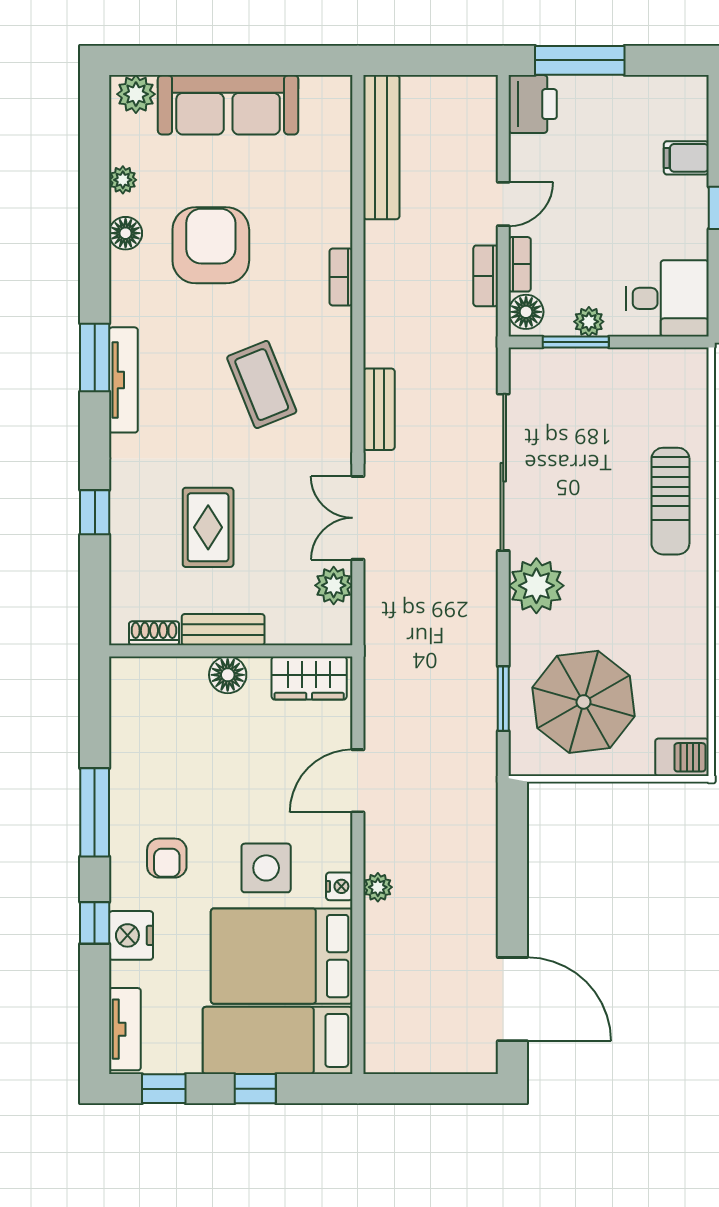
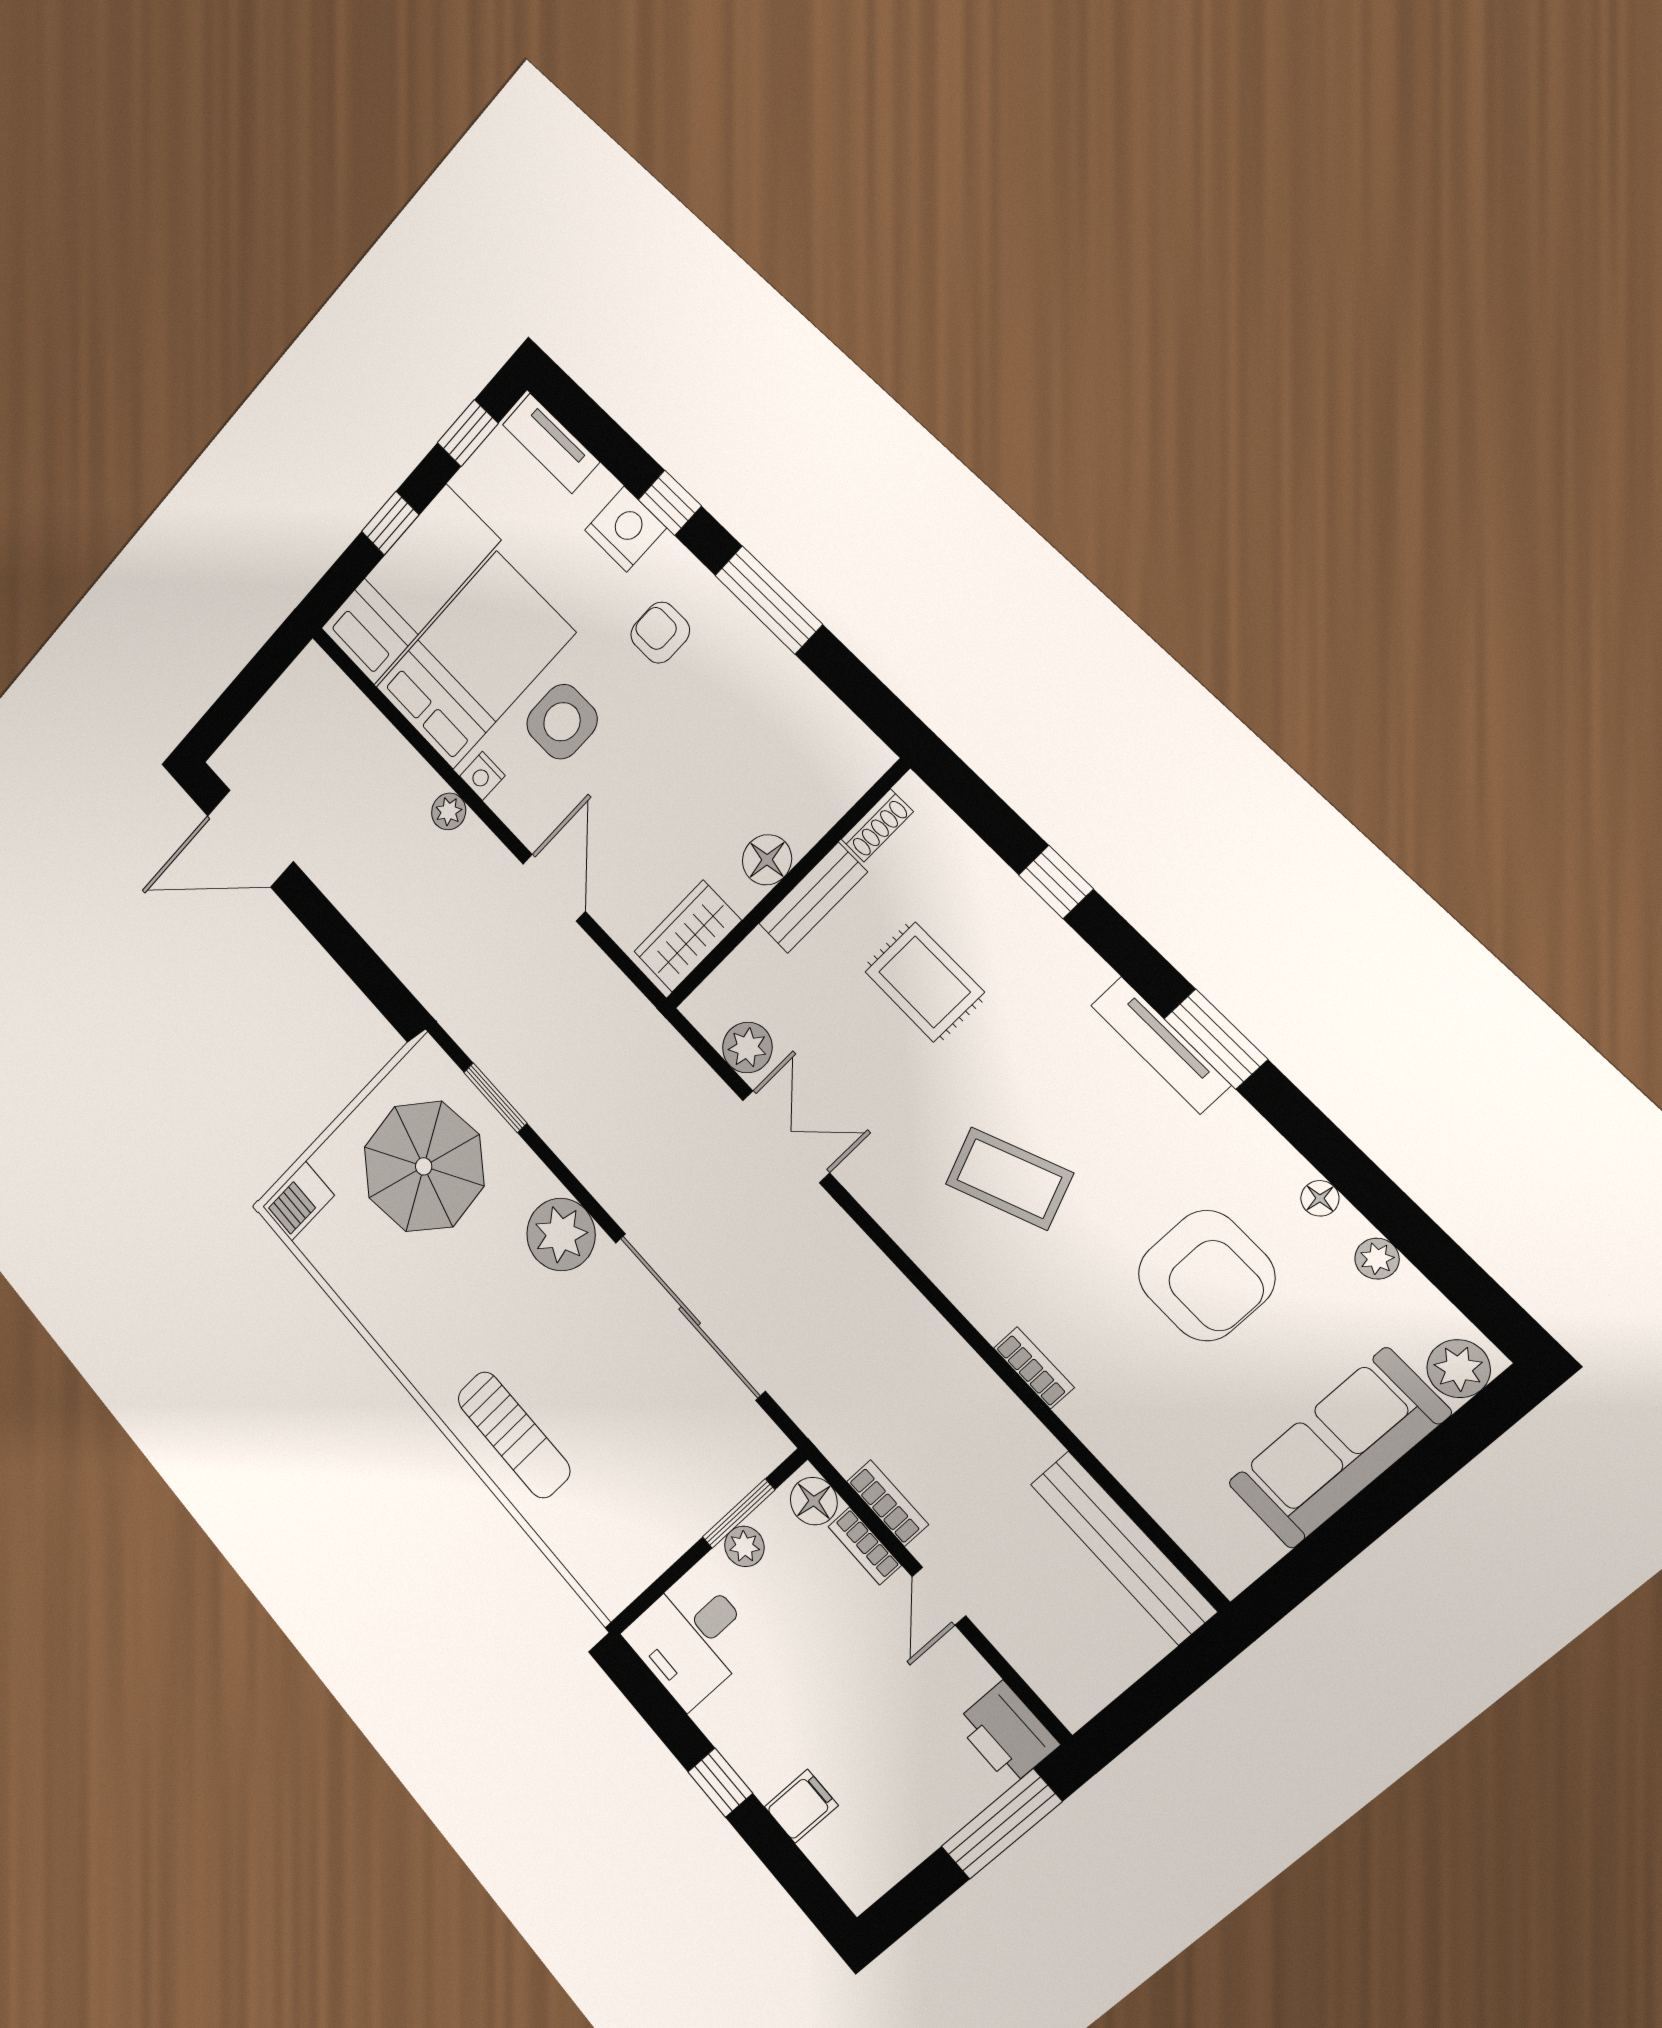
floor lamp: (126, 233) -> (1320, 1198), width x0.73, depth x0.73
bench: (379, 409) -> (867, 1265), removed
sun lounger: (670, 501) -> (514, 1435), turned 180

